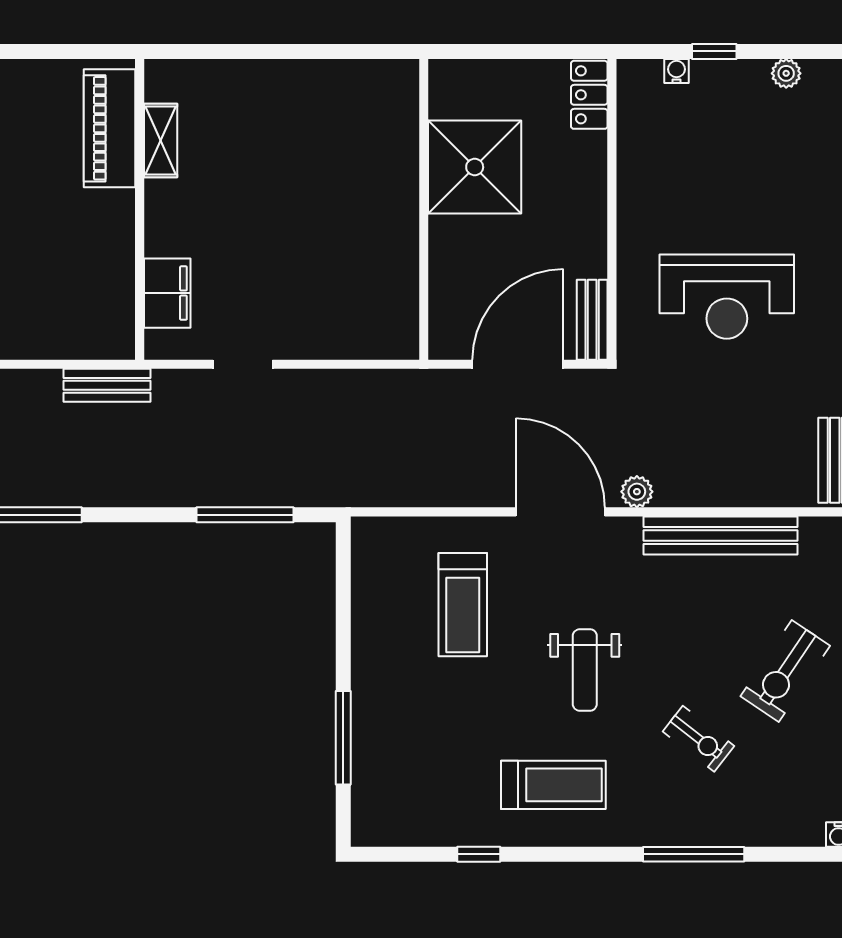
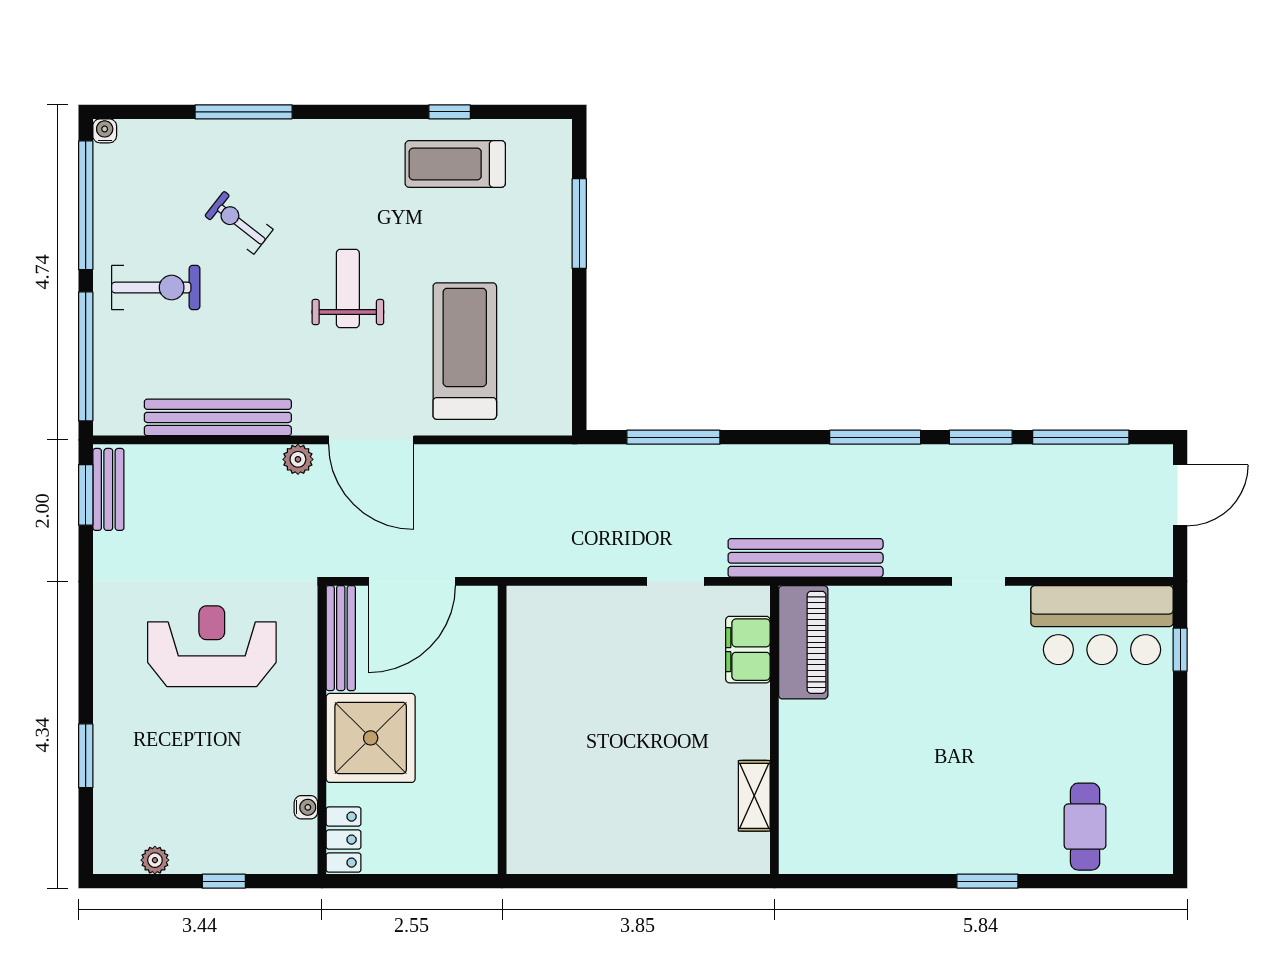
water cooler: (676, 71) -> (306, 807), moved, turned -90
piano: (109, 128) -> (803, 642), moved
shower: (475, 167) -> (371, 738), moved
bench: (592, 320) -> (341, 638), width x1.36
bench: (107, 385) -> (806, 558), width x1.86, depth x1.21
treadmill: (463, 605) -> (465, 351), width x1.37, depth x1.38
exercise bike: (785, 671) -> (156, 288), turned 56
treadmill: (553, 785) -> (455, 164), moved

